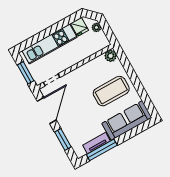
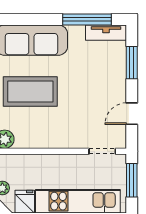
door: (47, 111) -> (132, 114), width x0.53
tv unit: (96, 143) -> (106, 33), moved

